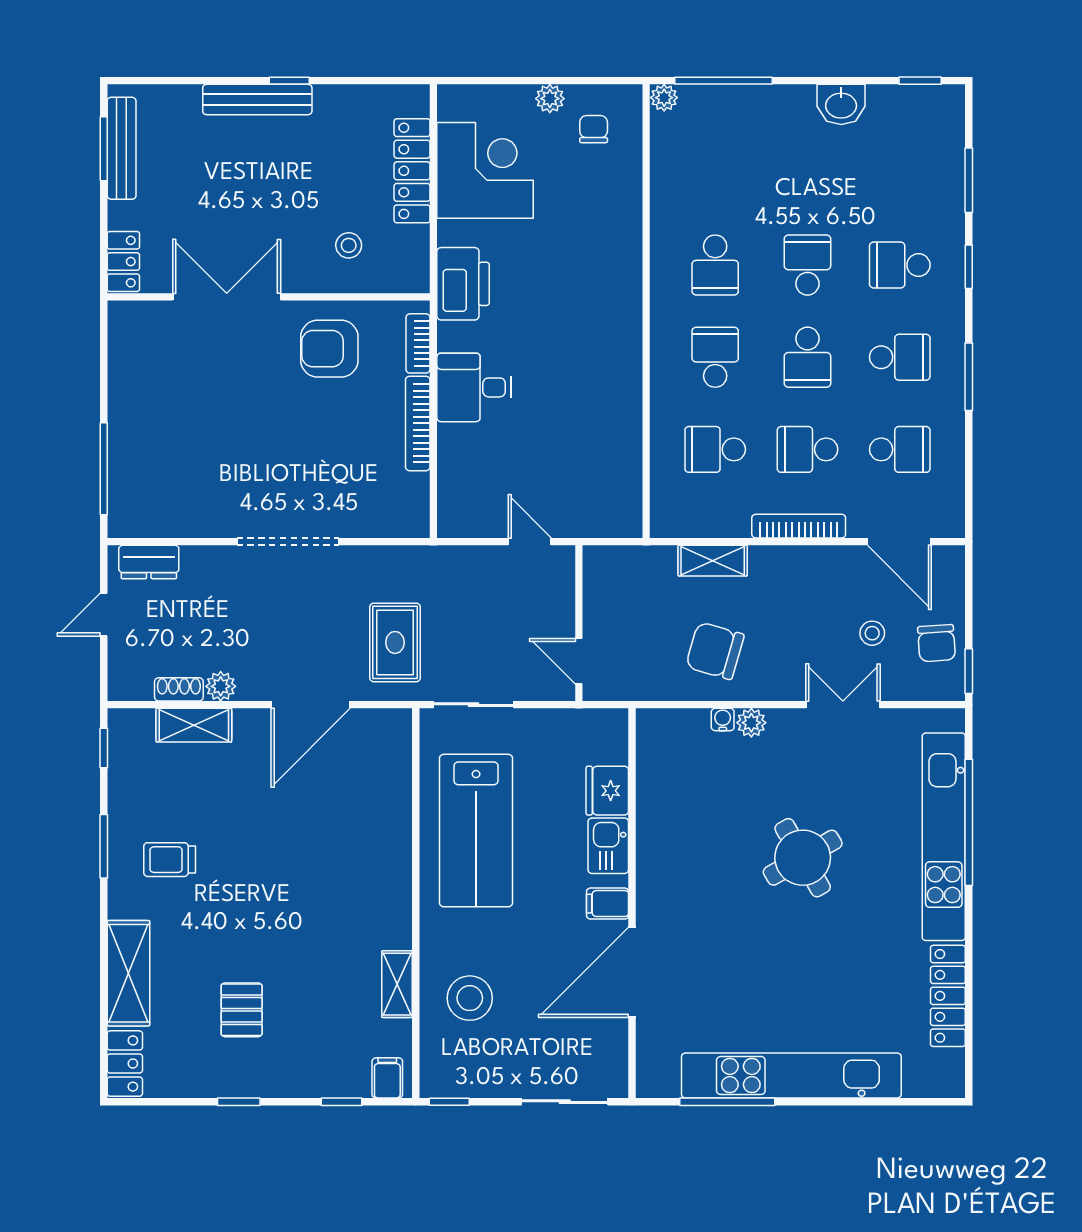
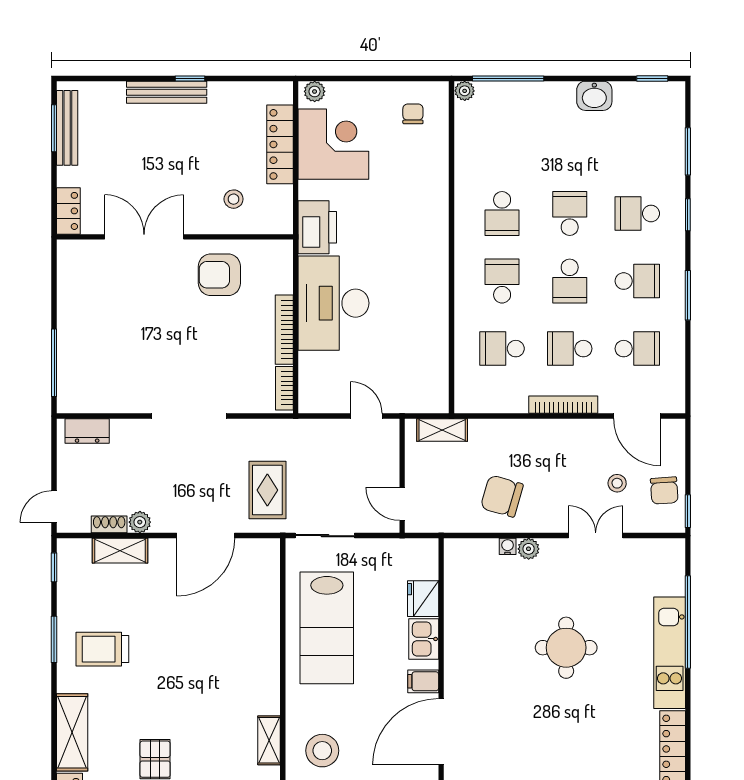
plant: (550, 99) -> (315, 91), moved
bookcase: (418, 343) -> (284, 388), moved
desk: (474, 387) -> (334, 303), width x1.87, depth x1.30
shelving: (713, 561) -> (442, 430), moved
door: (104, 615) -> (54, 507), moved
kitchen unit: (944, 837) -> (670, 653), width x0.73
round table: (803, 858) -> (566, 648), turned 30
trolley: (170, 860) -> (102, 649), width x1.36, depth x1.39

